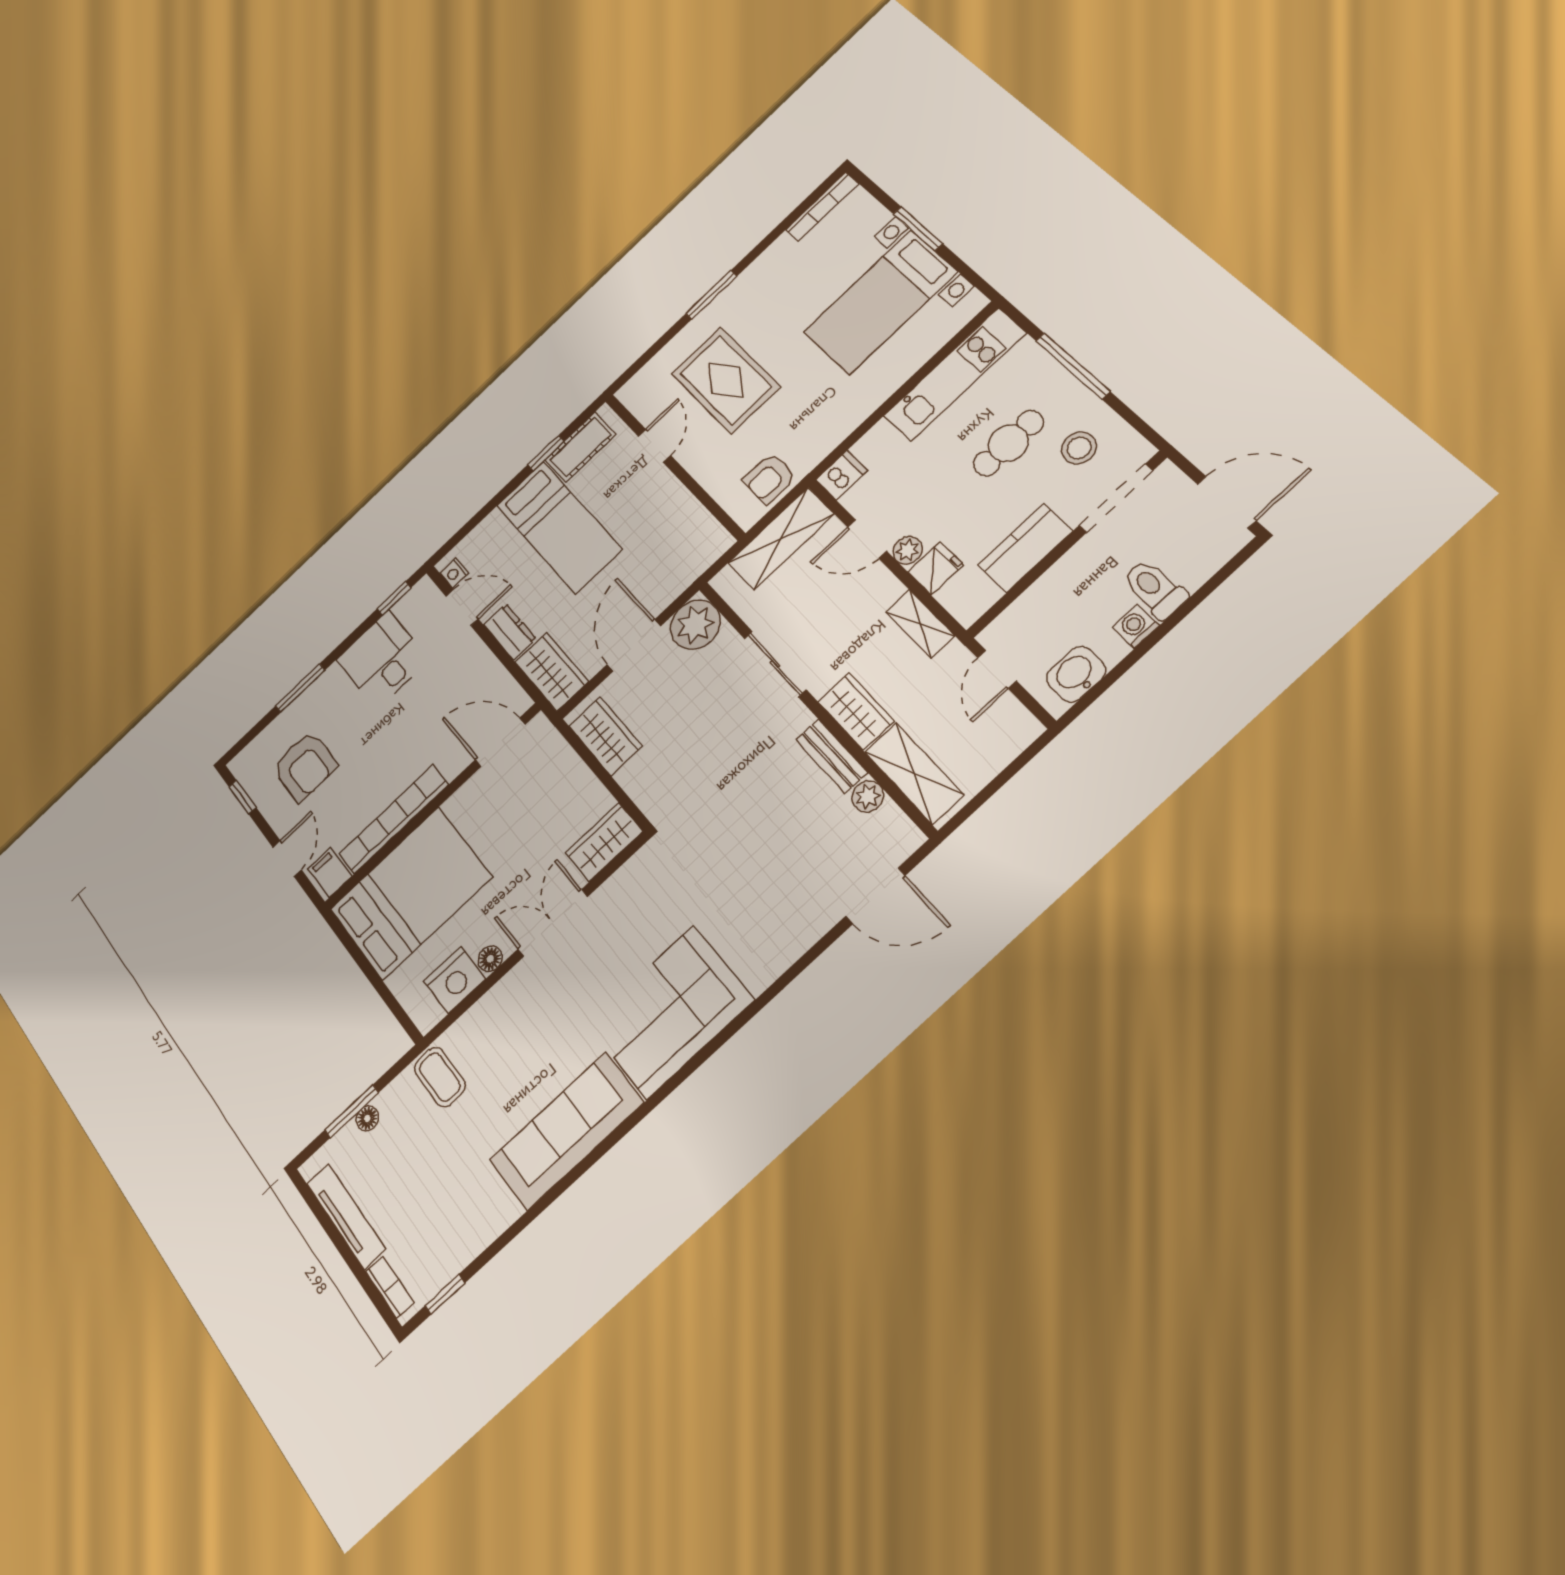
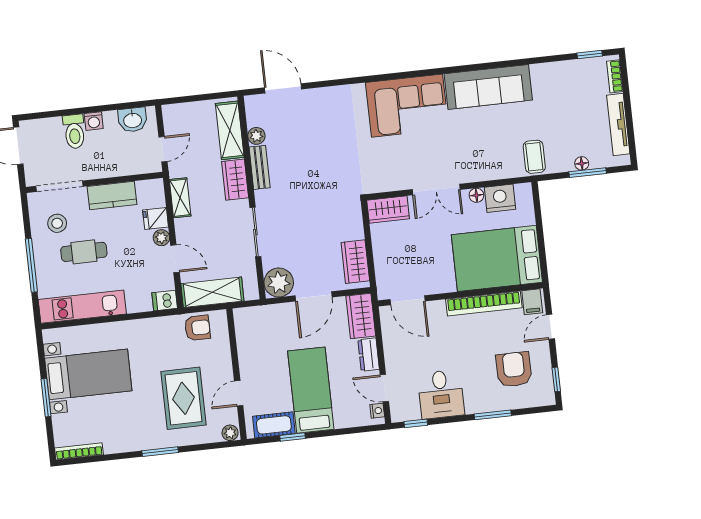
plant: (633, 391) -> (230, 433), added

